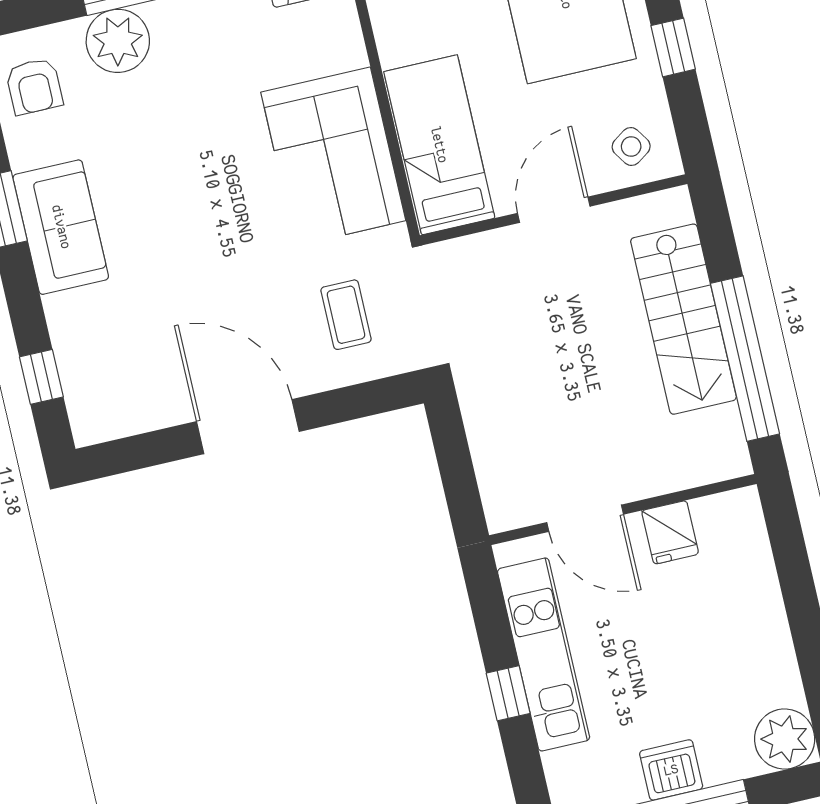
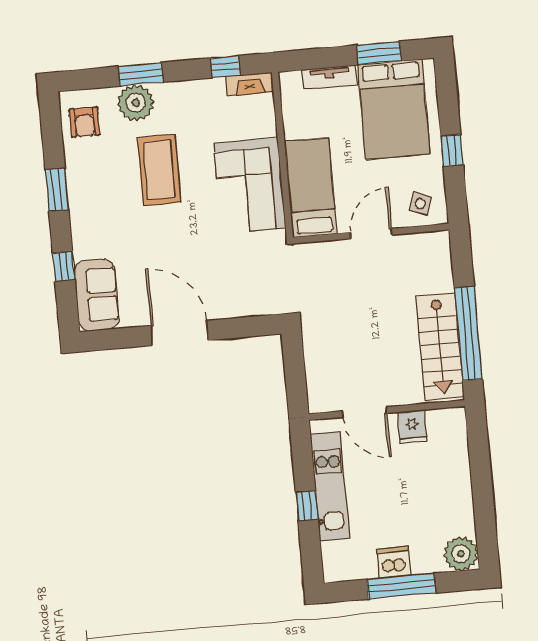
side table: (631, 147) -> (420, 204), turned -36
sofa: (61, 227) -> (97, 295), moved
coffee table: (346, 315) -> (159, 170), moved, width x1.86, depth x1.72
stairs: (684, 319) -> (440, 346), moved
window: (41, 377) -> (64, 266), moved

